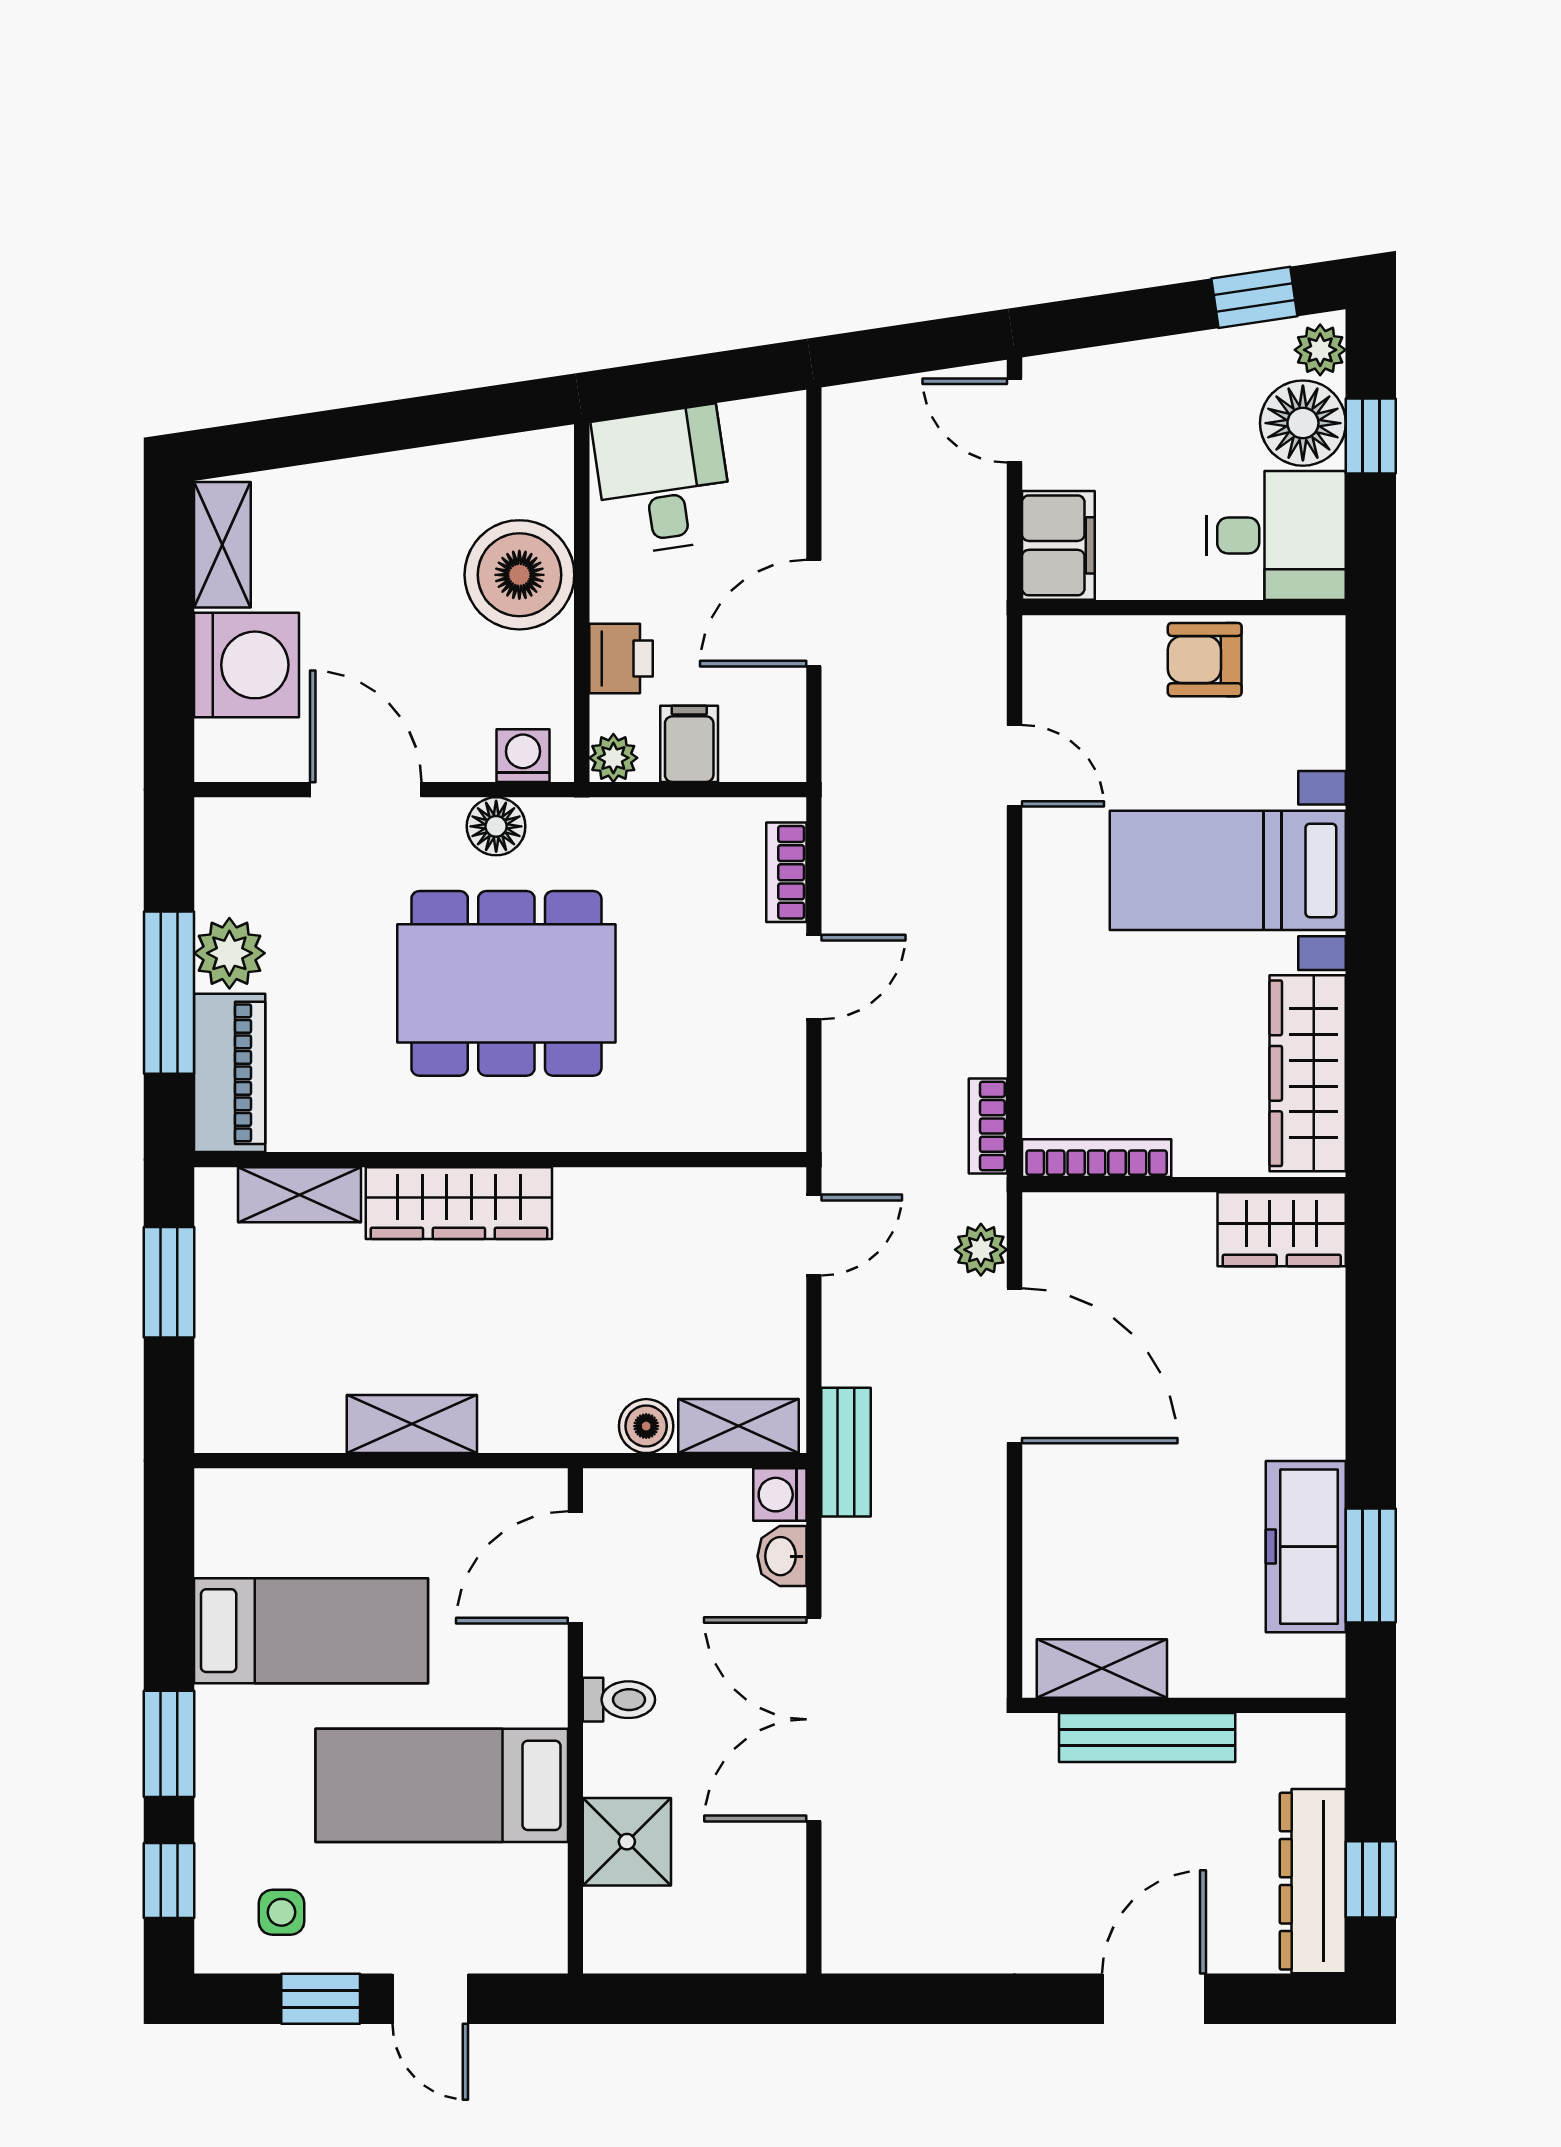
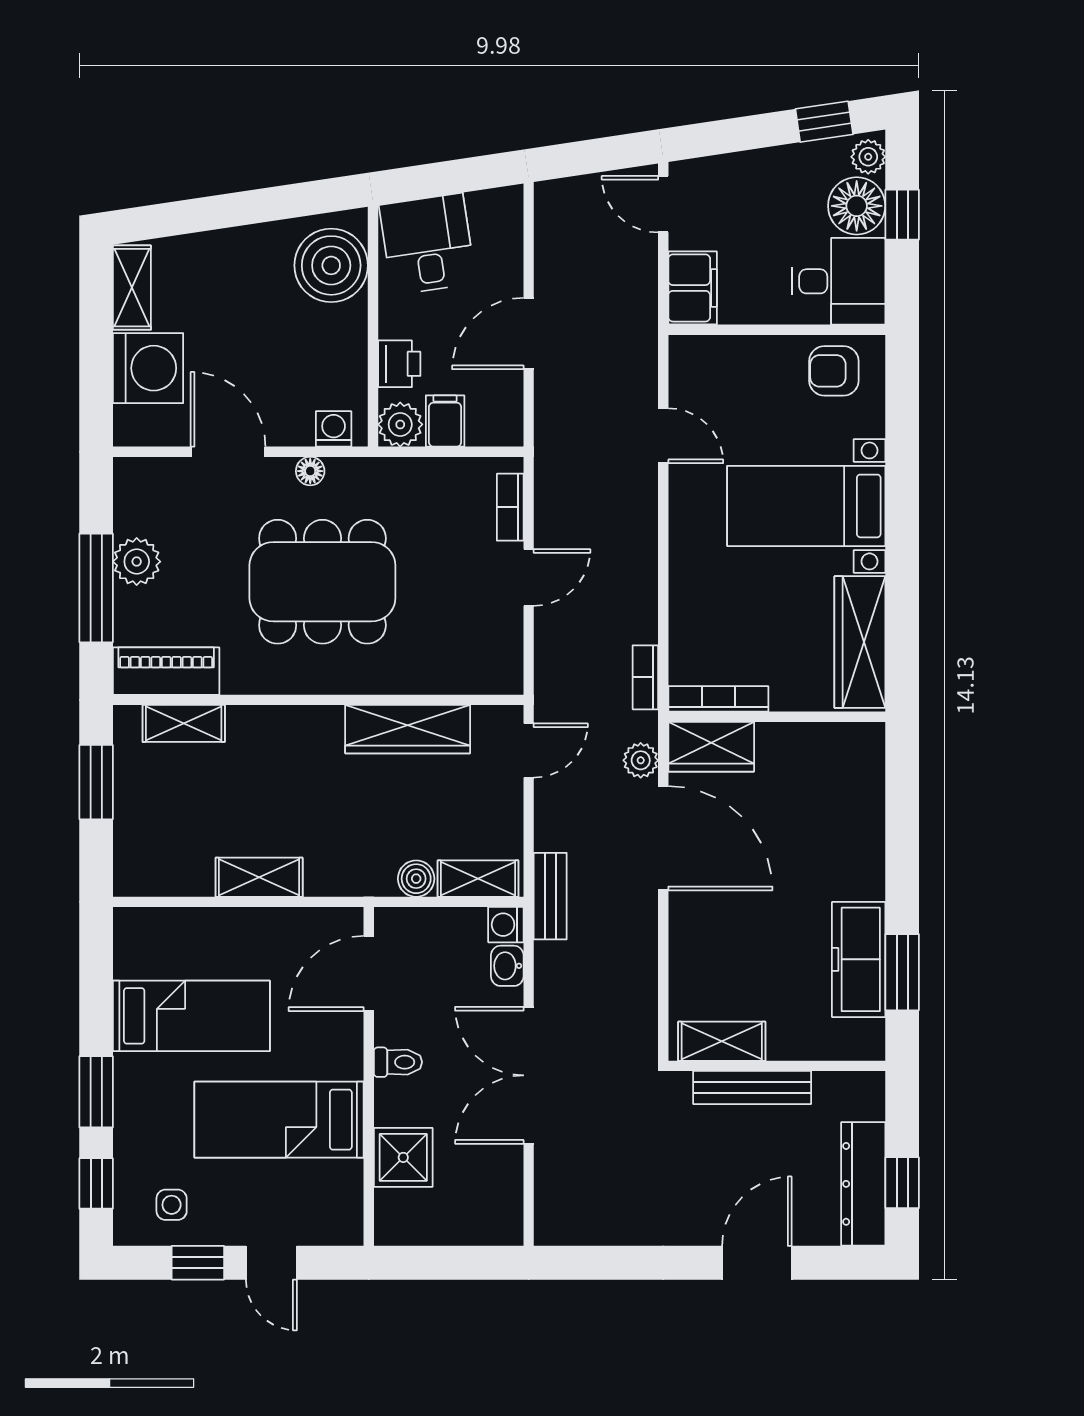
boiler: (519, 575) -> (331, 265), moved
armchair: (1205, 660) -> (834, 371), moved
plant: (613, 758) -> (400, 424), width x1.38, depth x1.38
floor lamp: (496, 826) -> (310, 471), width x0.73, depth x0.73
piano: (230, 1073) -> (166, 671), moved, turned -90
wardrobe: (459, 1203) -> (408, 729), moved
wardrobe: (1282, 1229) -> (711, 747), moved

